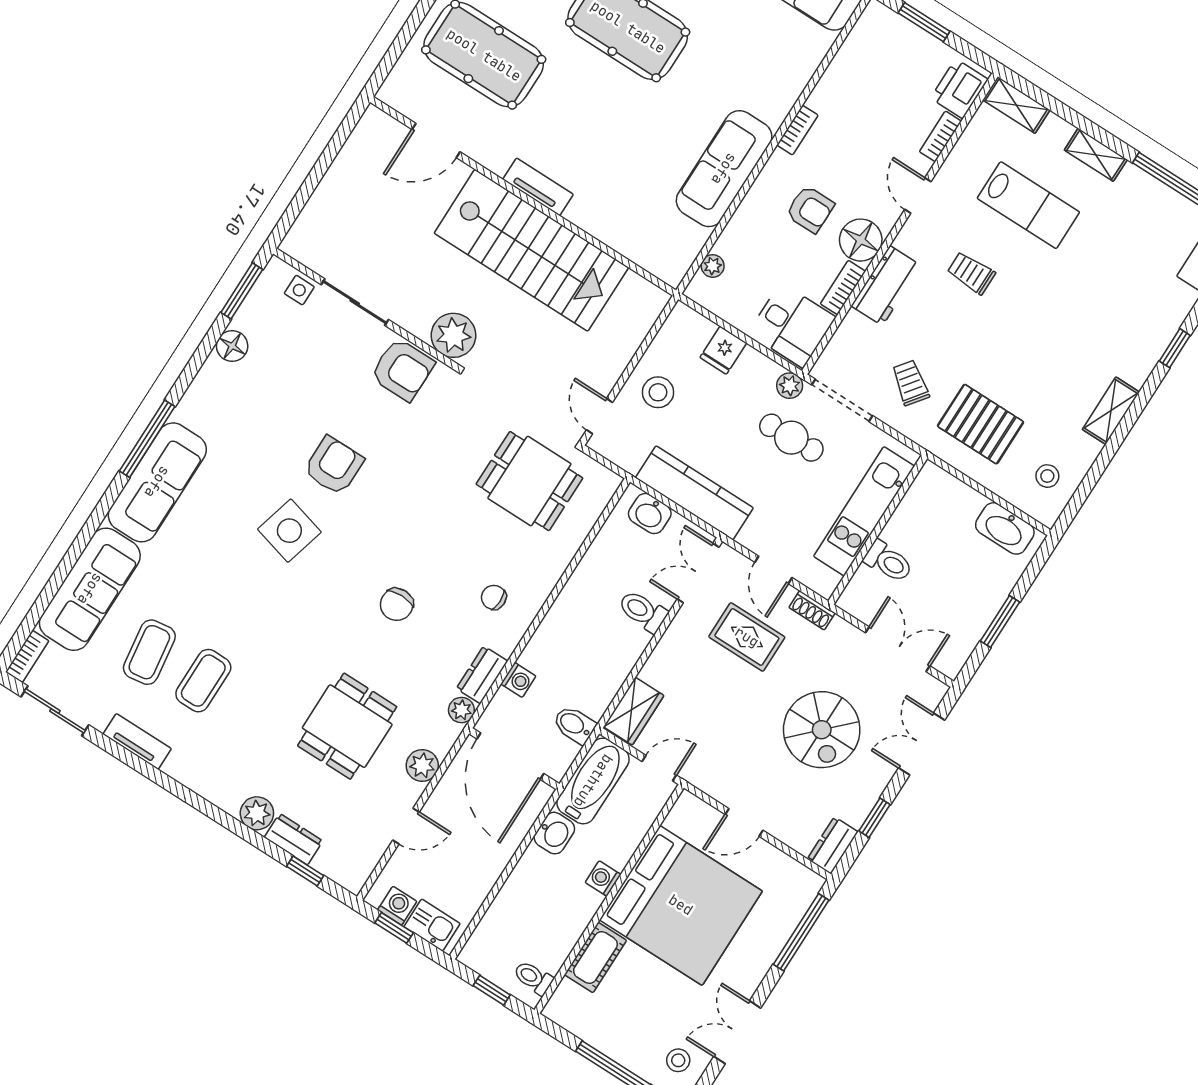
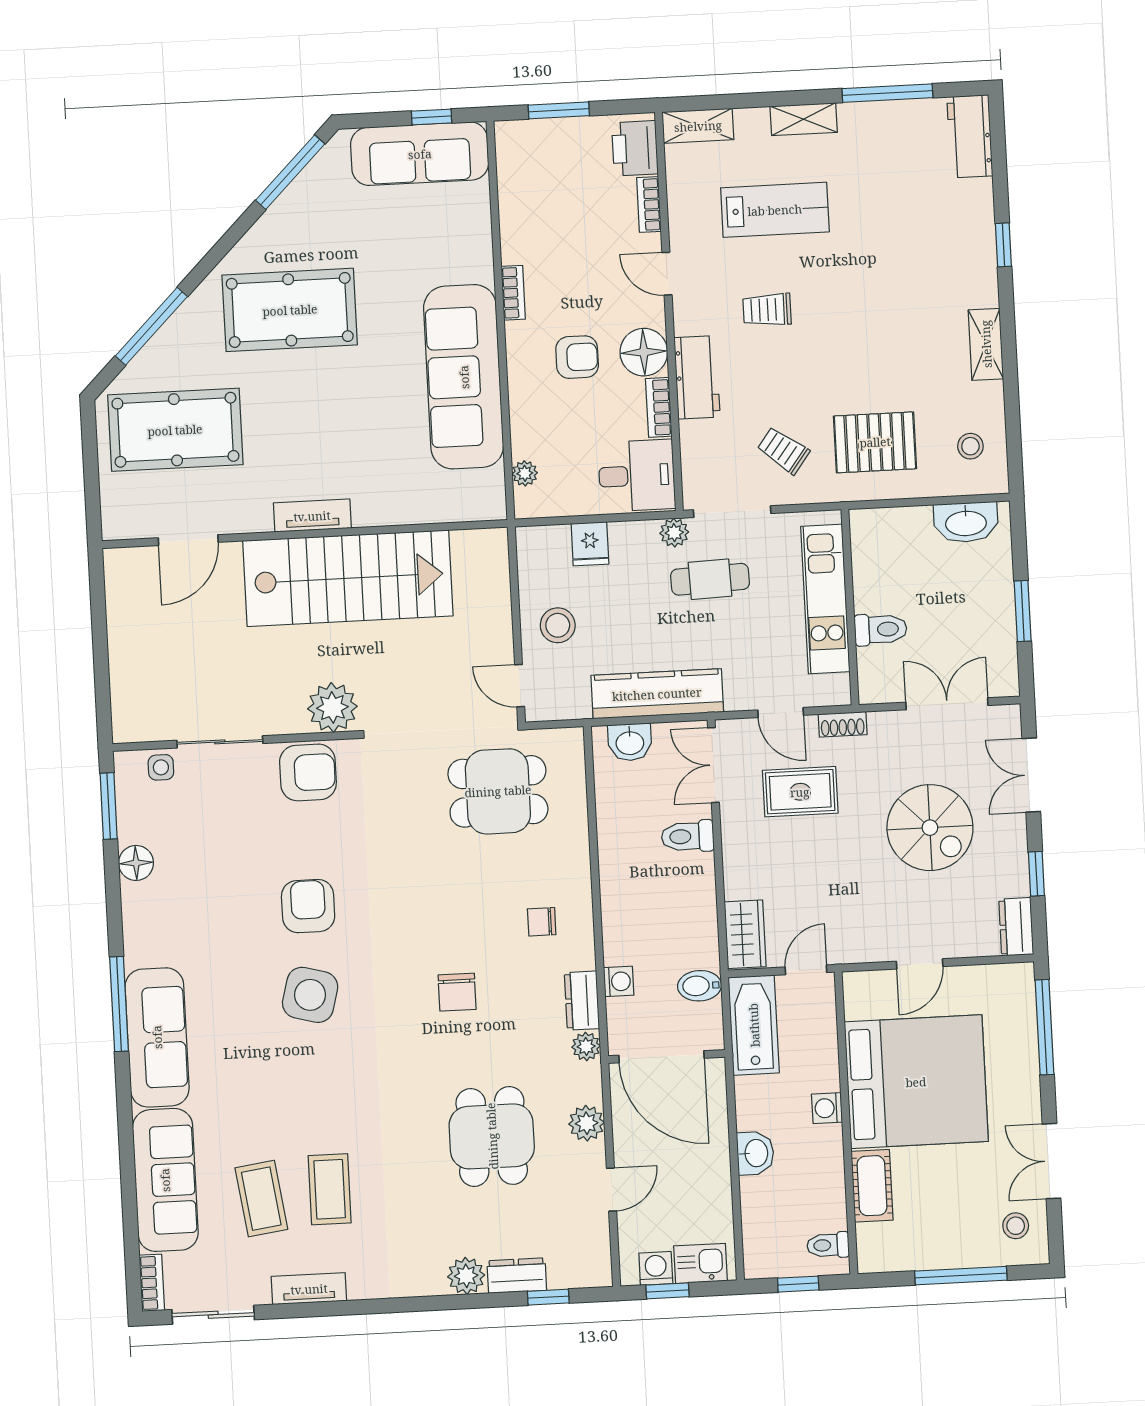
sofa: (724, 169) -> (464, 377), width x1.36, depth x1.27
washbasin: (554, 833) -> (755, 1153), moved

